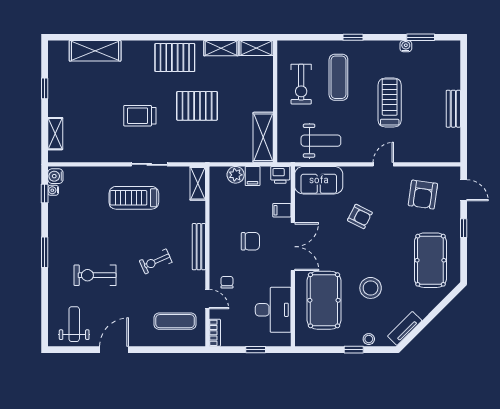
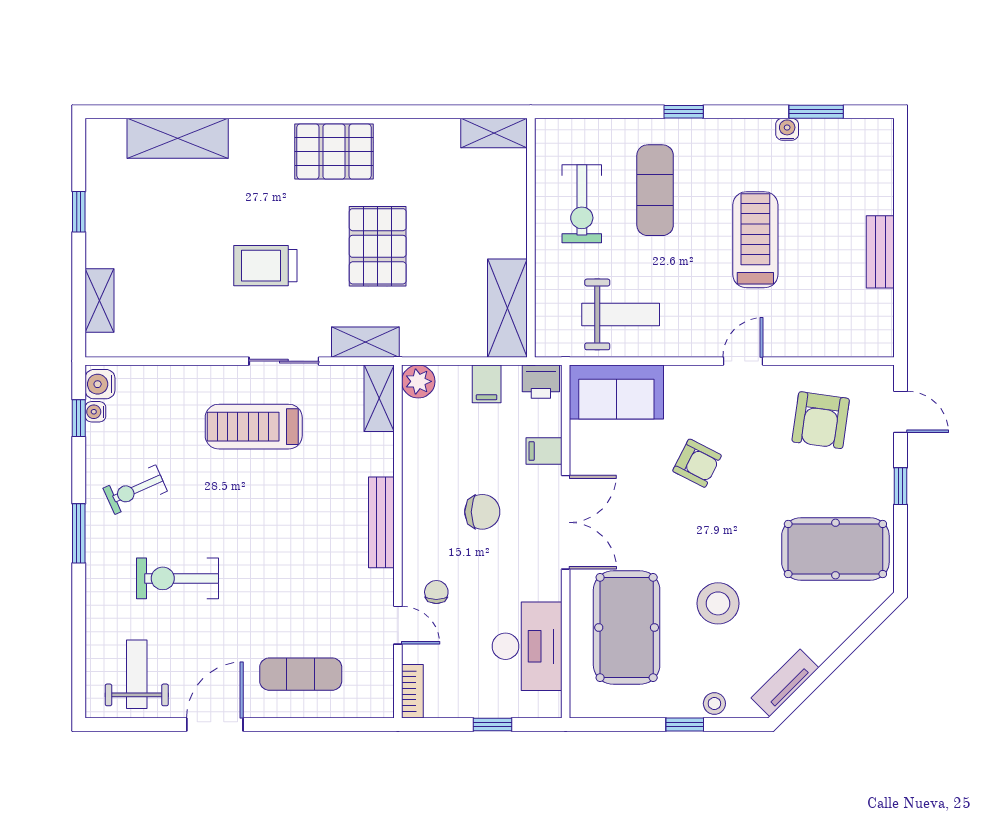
shelving: (221, 48) -> (365, 342), moved
pallet: (197, 106) -> (378, 246), turned 90
plant: (236, 175) -> (418, 381), moved
pool table: (430, 260) -> (835, 549), turned 90
exercise bike: (156, 261) -> (135, 490), moved
exercise mat: (175, 321) -> (301, 674), moved

